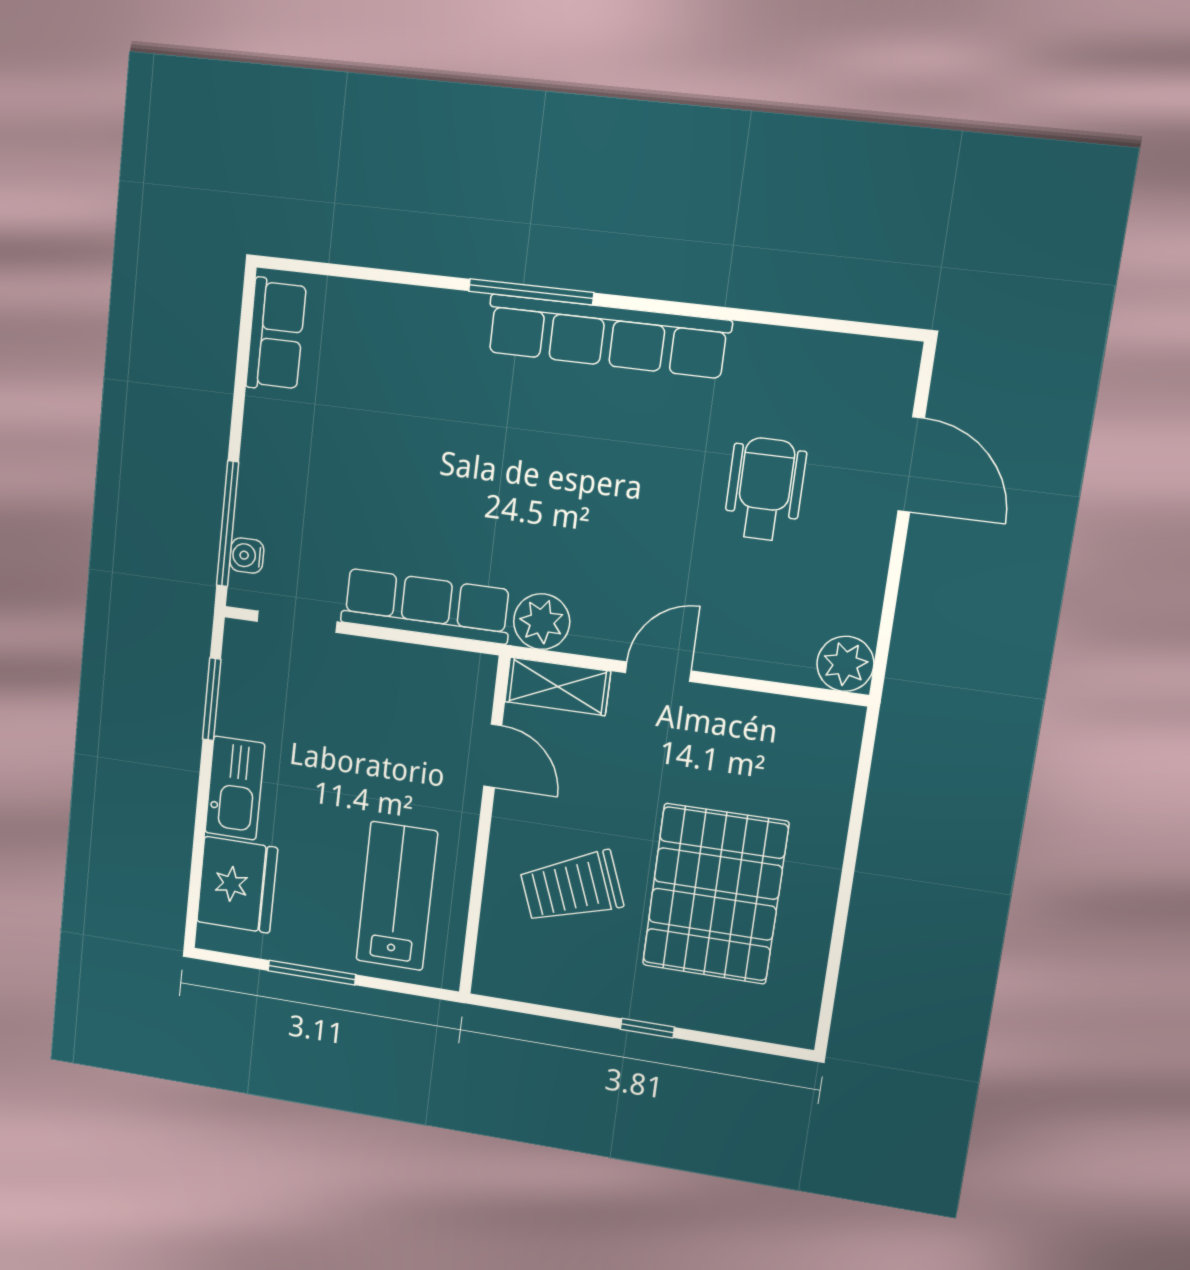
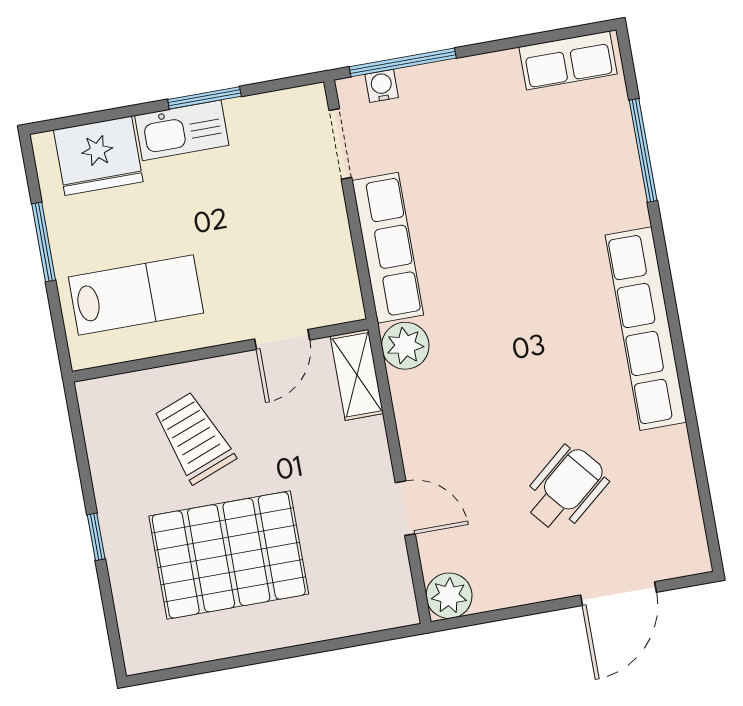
window: (531, 292) -> (643, 150), moved
wheelchair: (765, 489) -> (566, 489), turned -40
door: (658, 672) -> (405, 508), moved
window: (212, 699) -> (204, 98), moved

